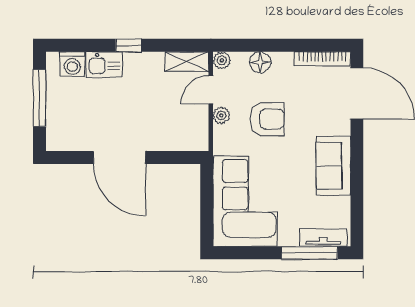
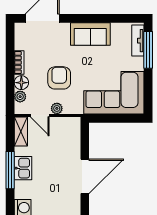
window: (129, 45) -> (10, 170), width x2.17
bookcase: (322, 59) -> (19, 63), moved, width x0.64
plant: (222, 60) -> (20, 97), moved
kitchen sink: (104, 65) -> (23, 168), moved

